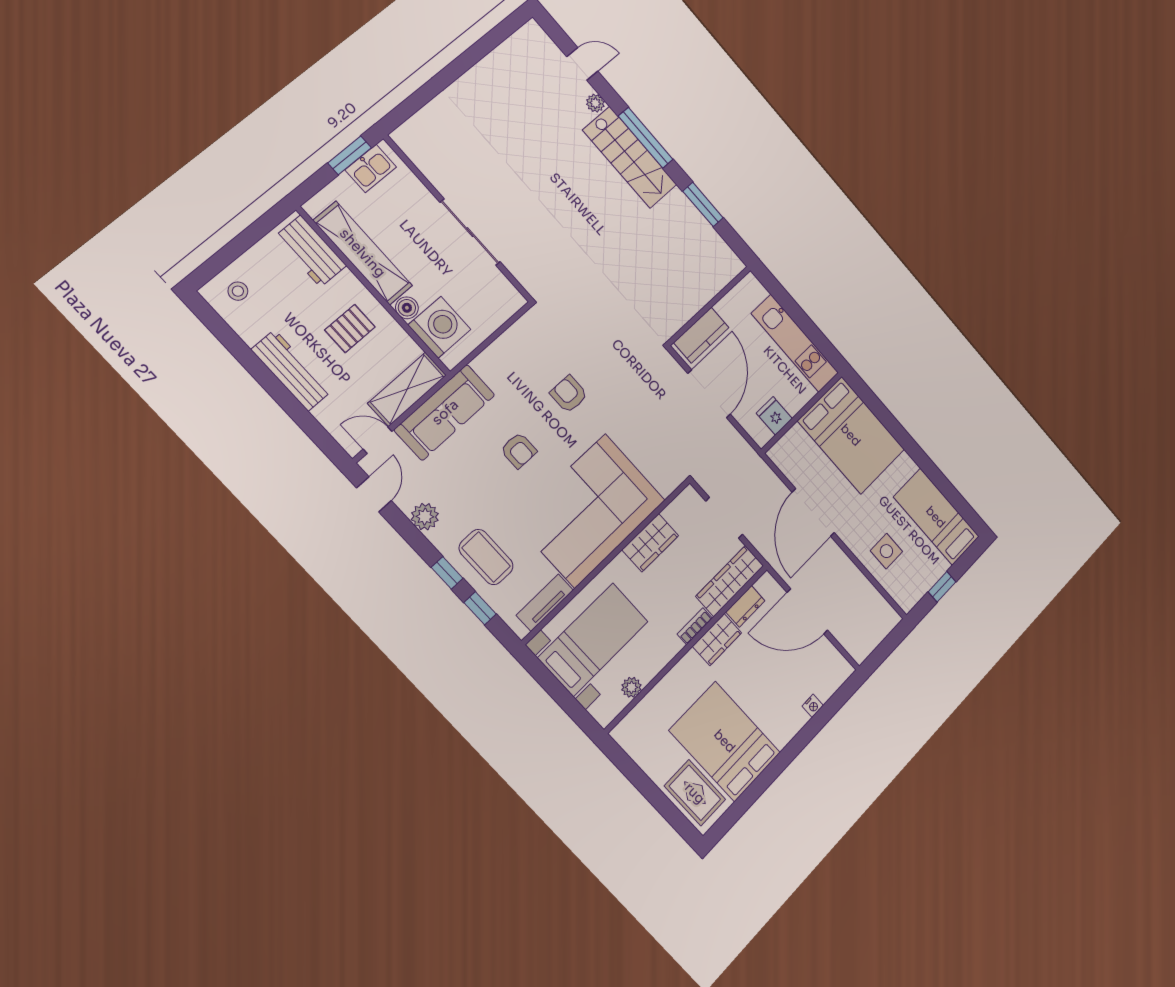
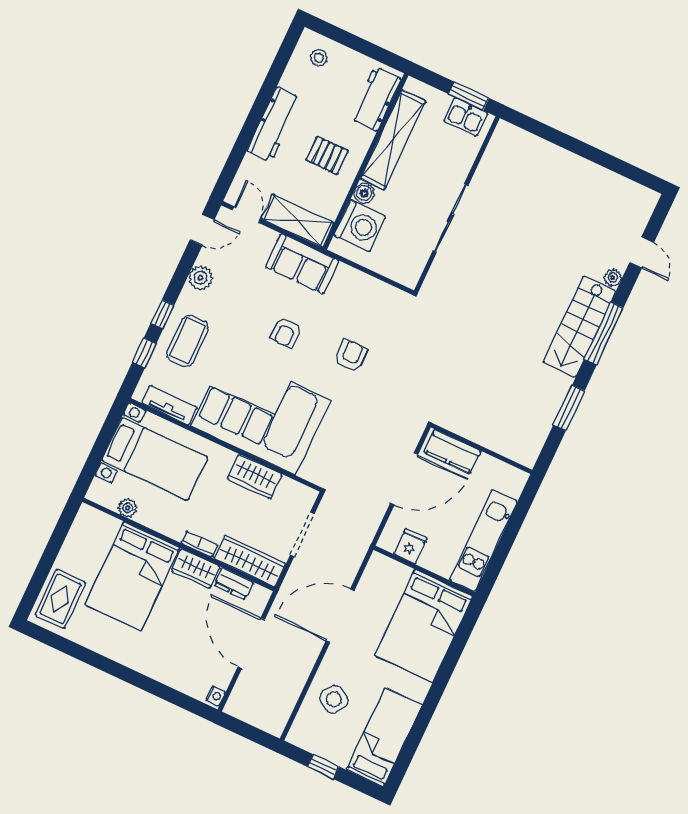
sofa: (445, 412) -> (302, 264), width x0.73
side table: (886, 551) -> (334, 699), turned 32
nightstand: (813, 706) -> (216, 696), moved, turned -90
bed: (725, 741) -> (132, 576), moved, turned 180

